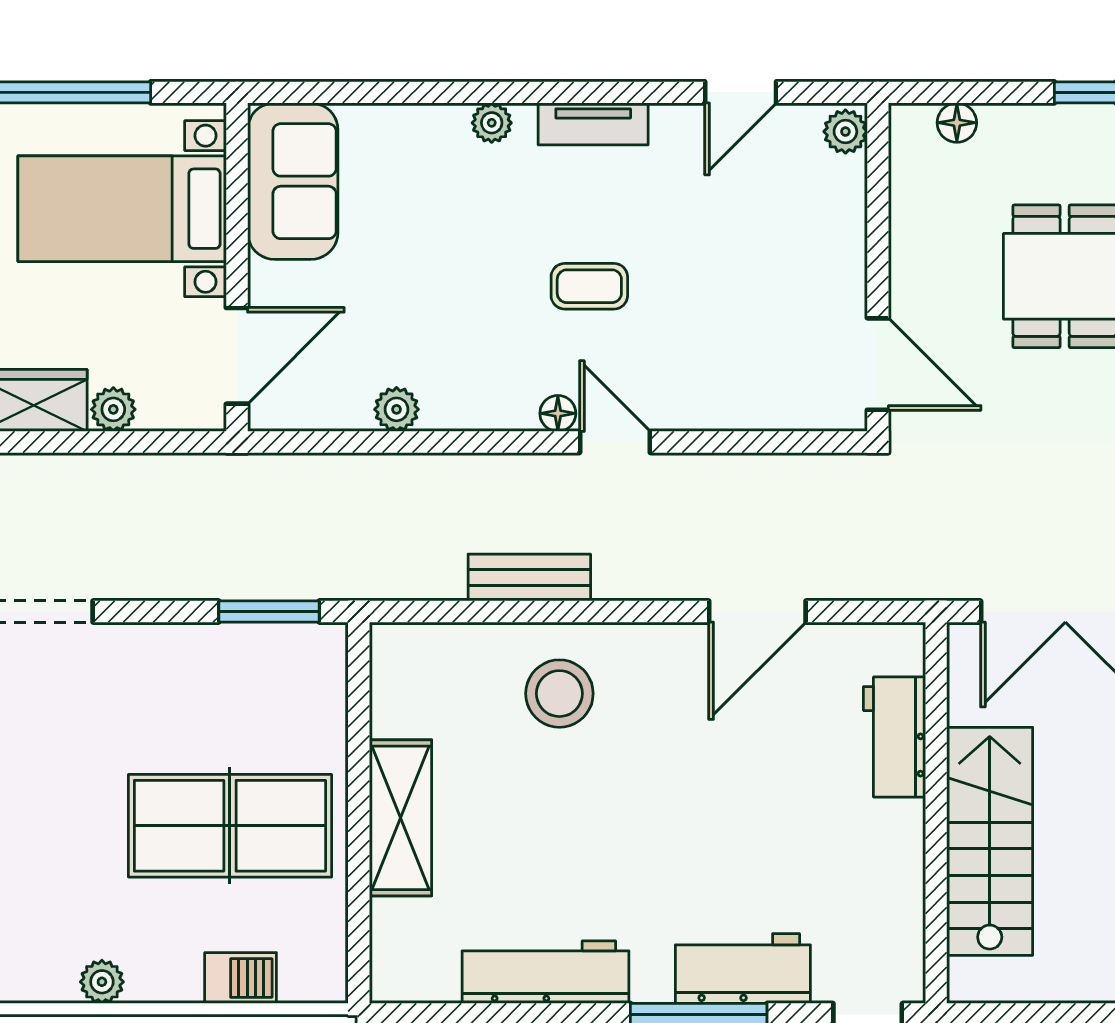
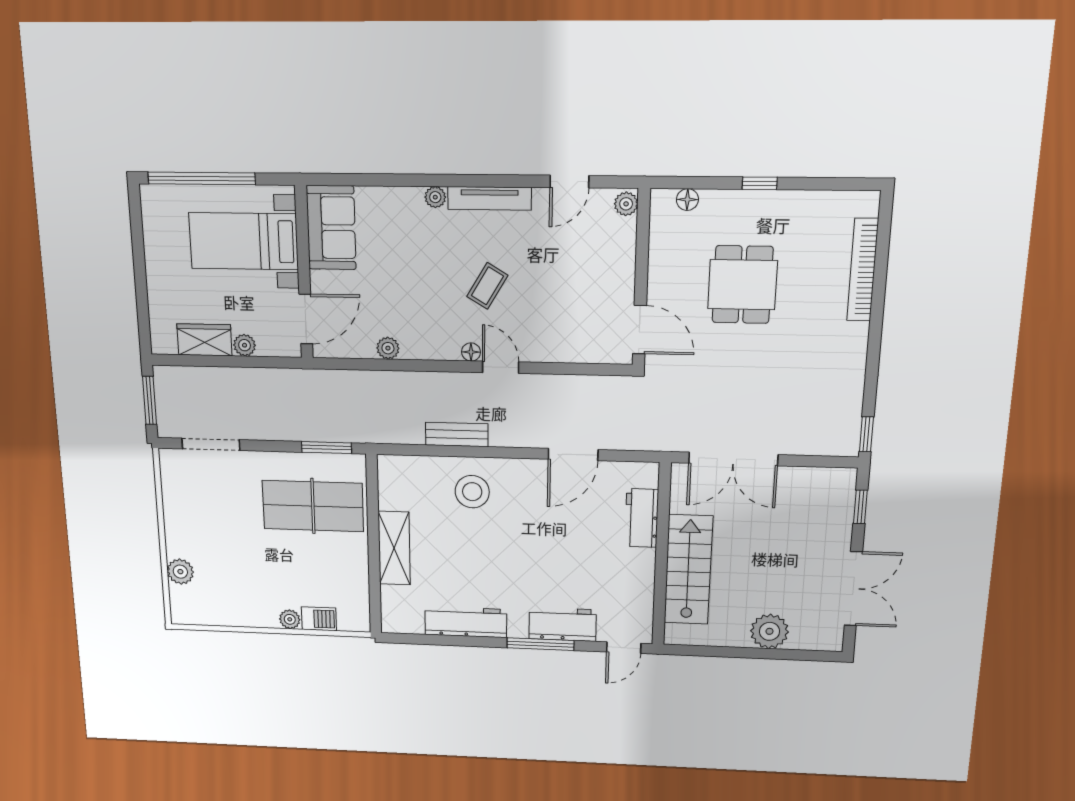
tv unit: (593, 124) -> (490, 198), width x1.41
coffee table: (589, 286) -> (487, 286), turned -59
table tennis table: (230, 826) -> (313, 506), moved
plant: (102, 982) -> (290, 619), moved

